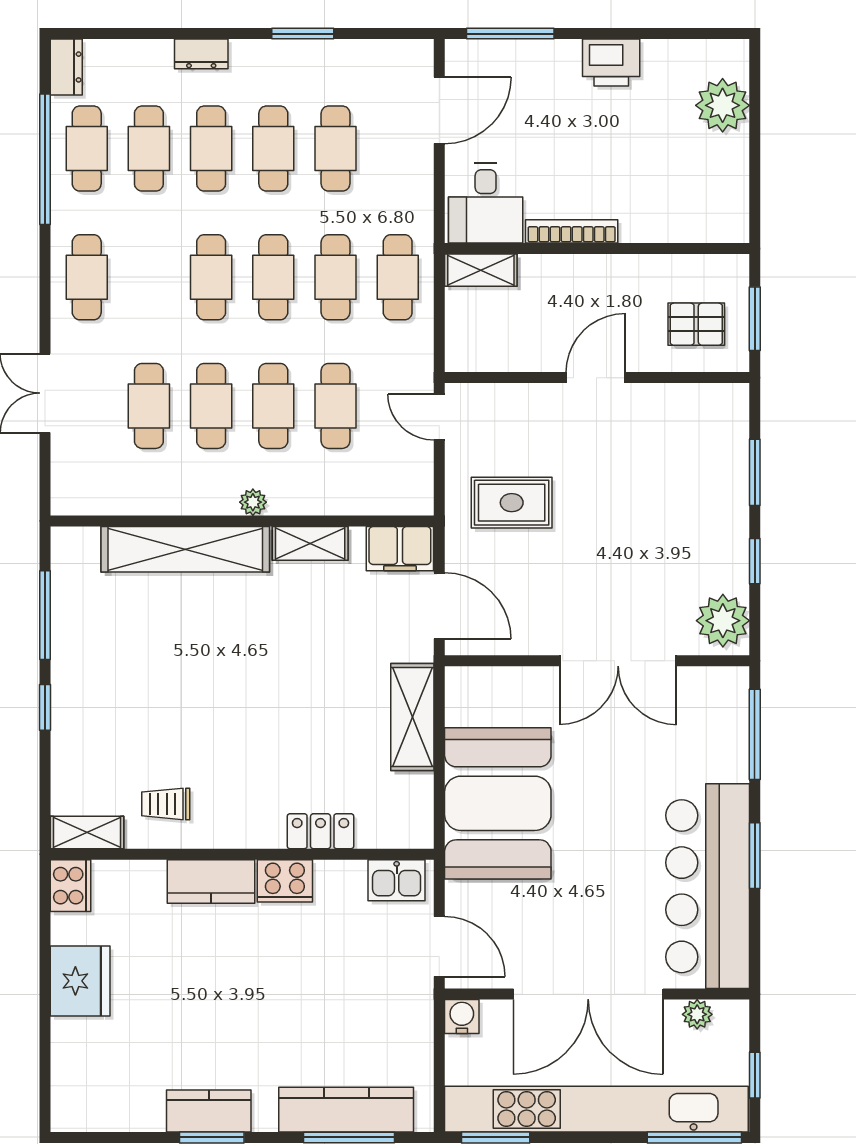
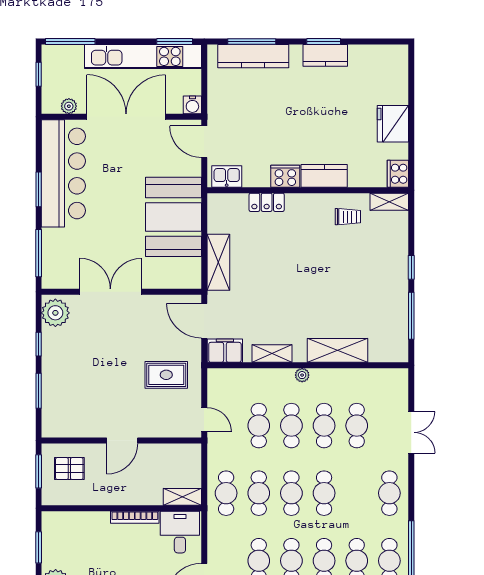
window: (755, 174) -> (39, 547), added
shelving: (185, 549) -> (338, 350), width x0.68
kitchen unit: (596, 1109) -> (143, 56), width x0.73

